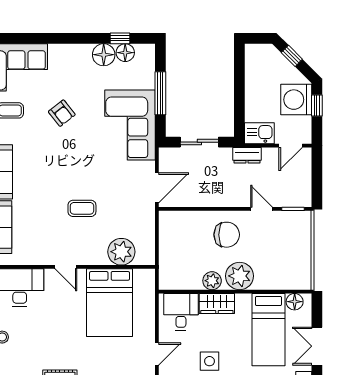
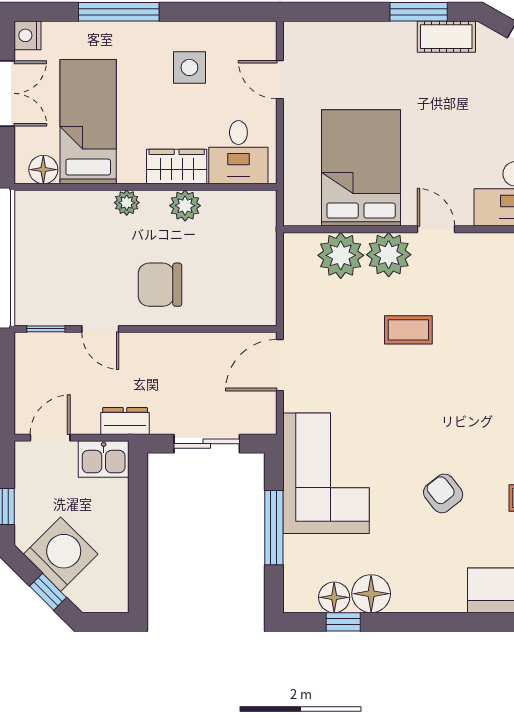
washing machine: (296, 100) -> (61, 554), moved, turned -45
plant: (93, 252) -> (389, 255), added
plant: (240, 276) -> (127, 203), width x0.53, depth x0.53
door: (157, 354) -> (280, 80), hinge flipped

